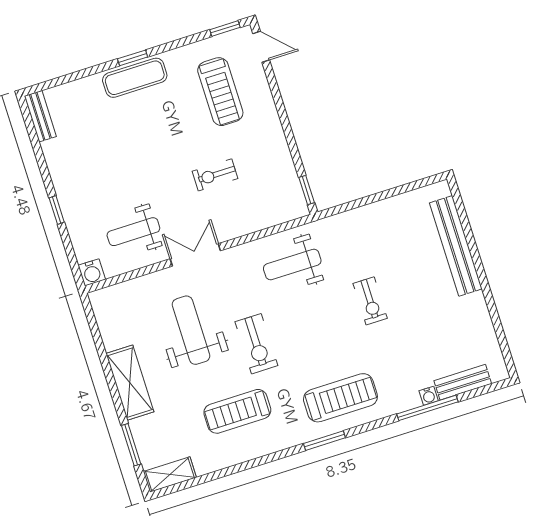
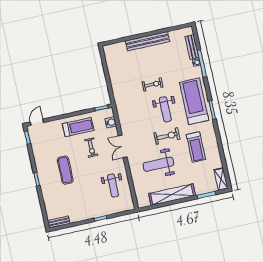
exercise mat: (135, 78) -> (65, 170), moved
treadmill: (220, 92) -> (78, 127), moved
bench: (456, 246) -> (148, 41), moved
double door: (195, 255) -> (123, 146), moved
weight bench: (292, 264) -> (165, 109), moved
water cooler: (92, 272) -> (111, 122), moved
shelving: (130, 383) -> (172, 195), width x1.47
treadmill: (340, 398) -> (194, 101), width x1.37, depth x1.38

